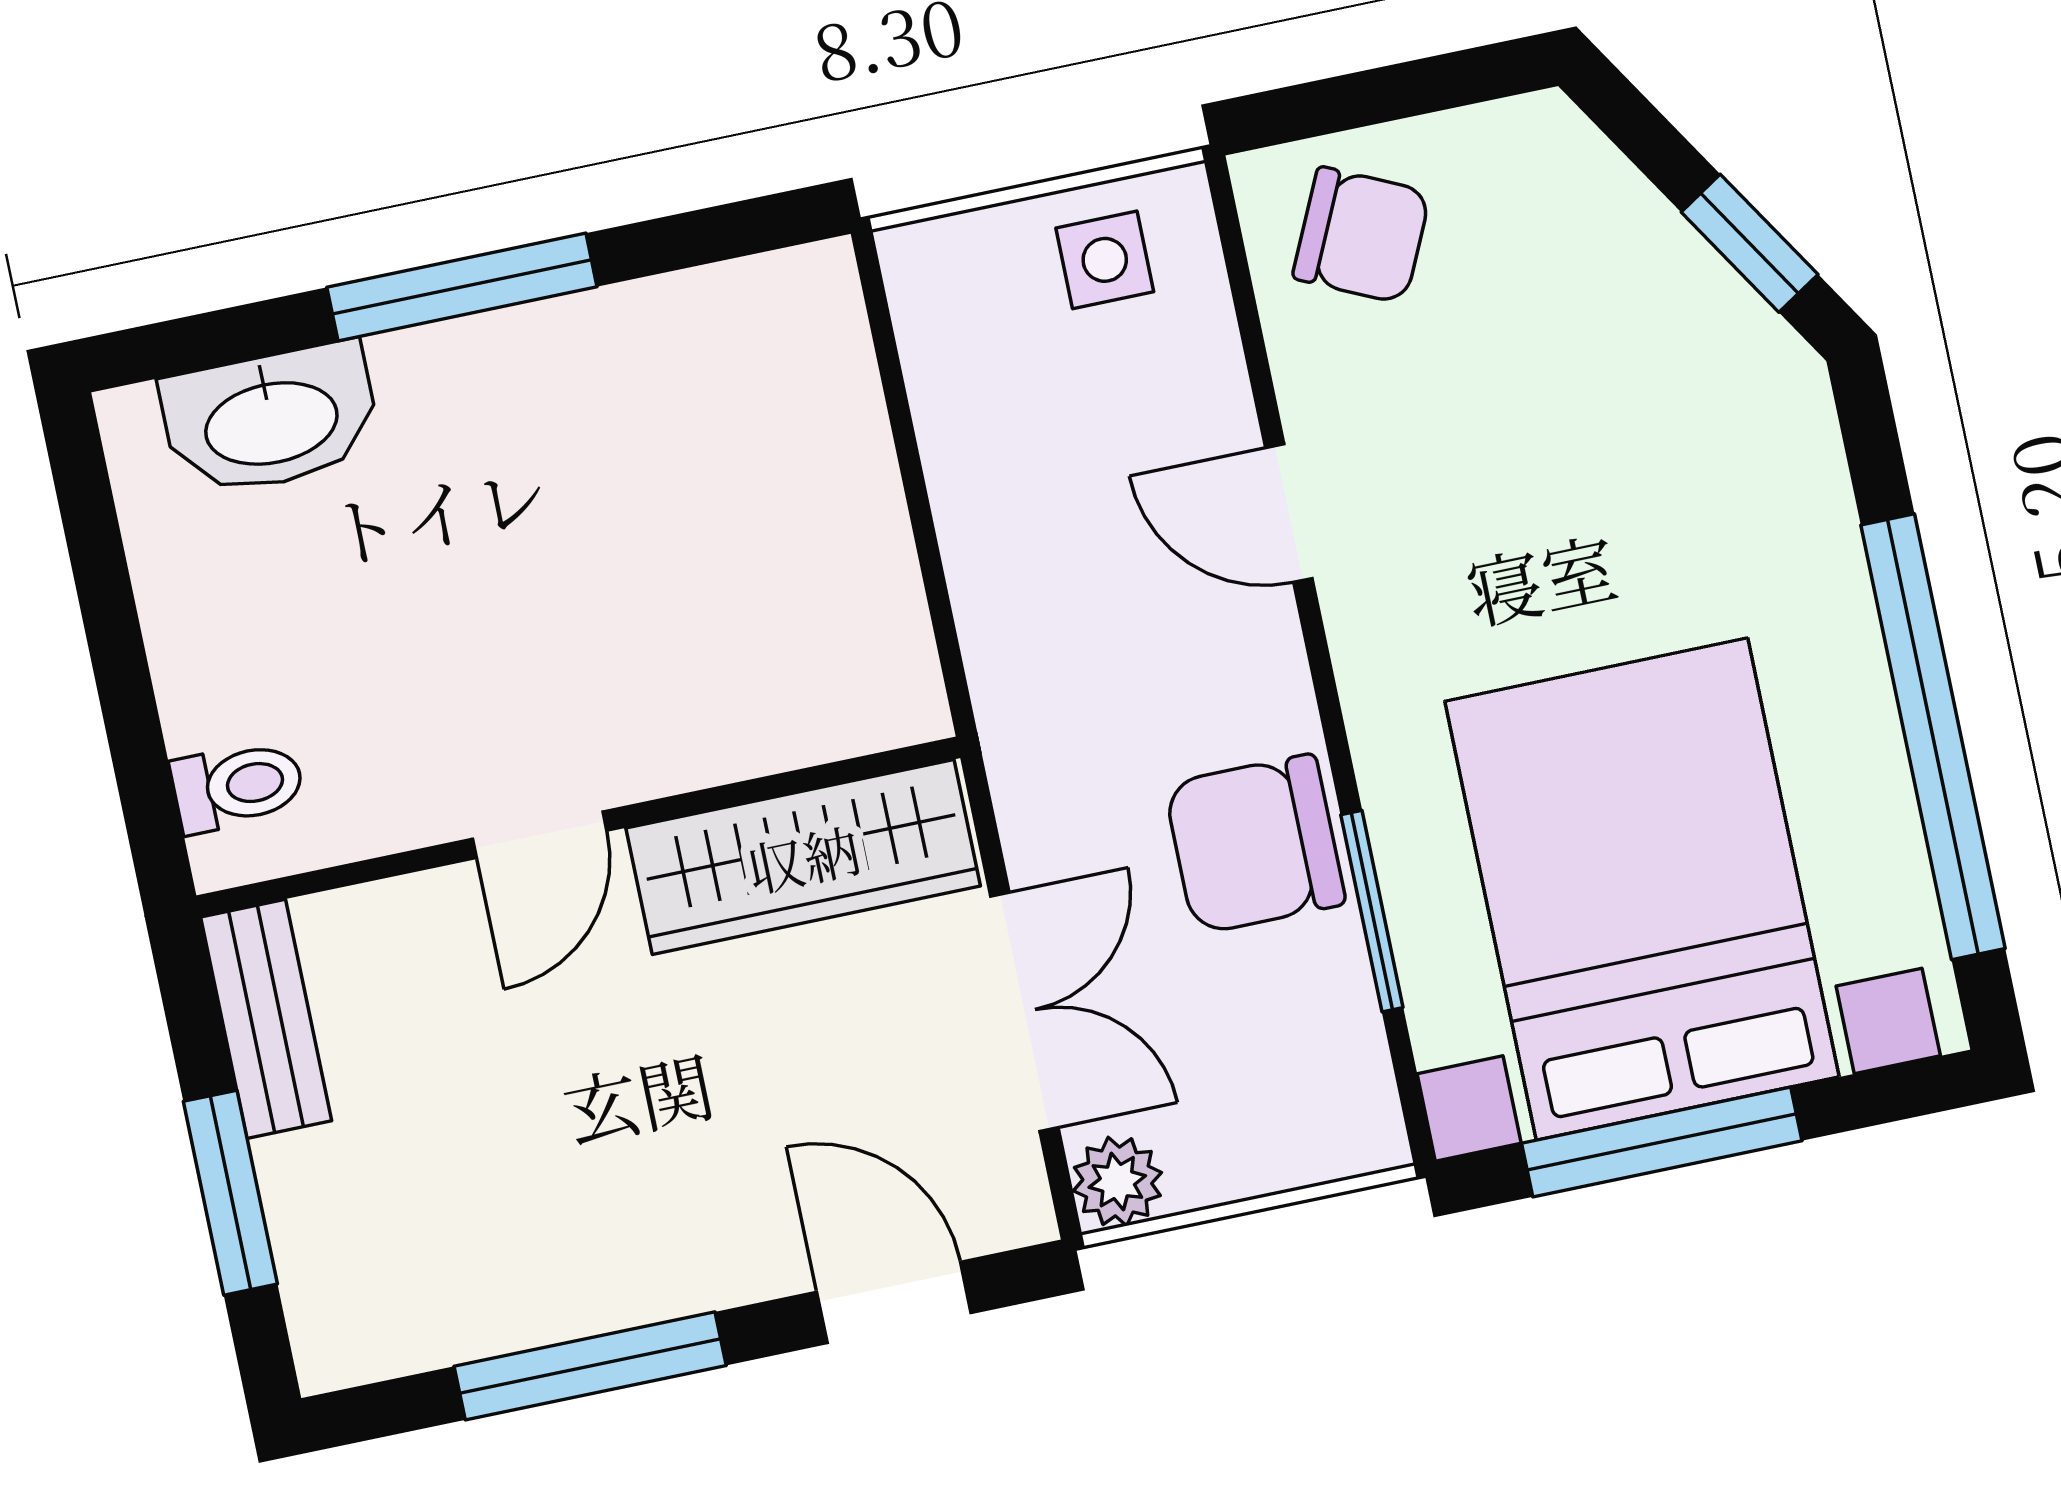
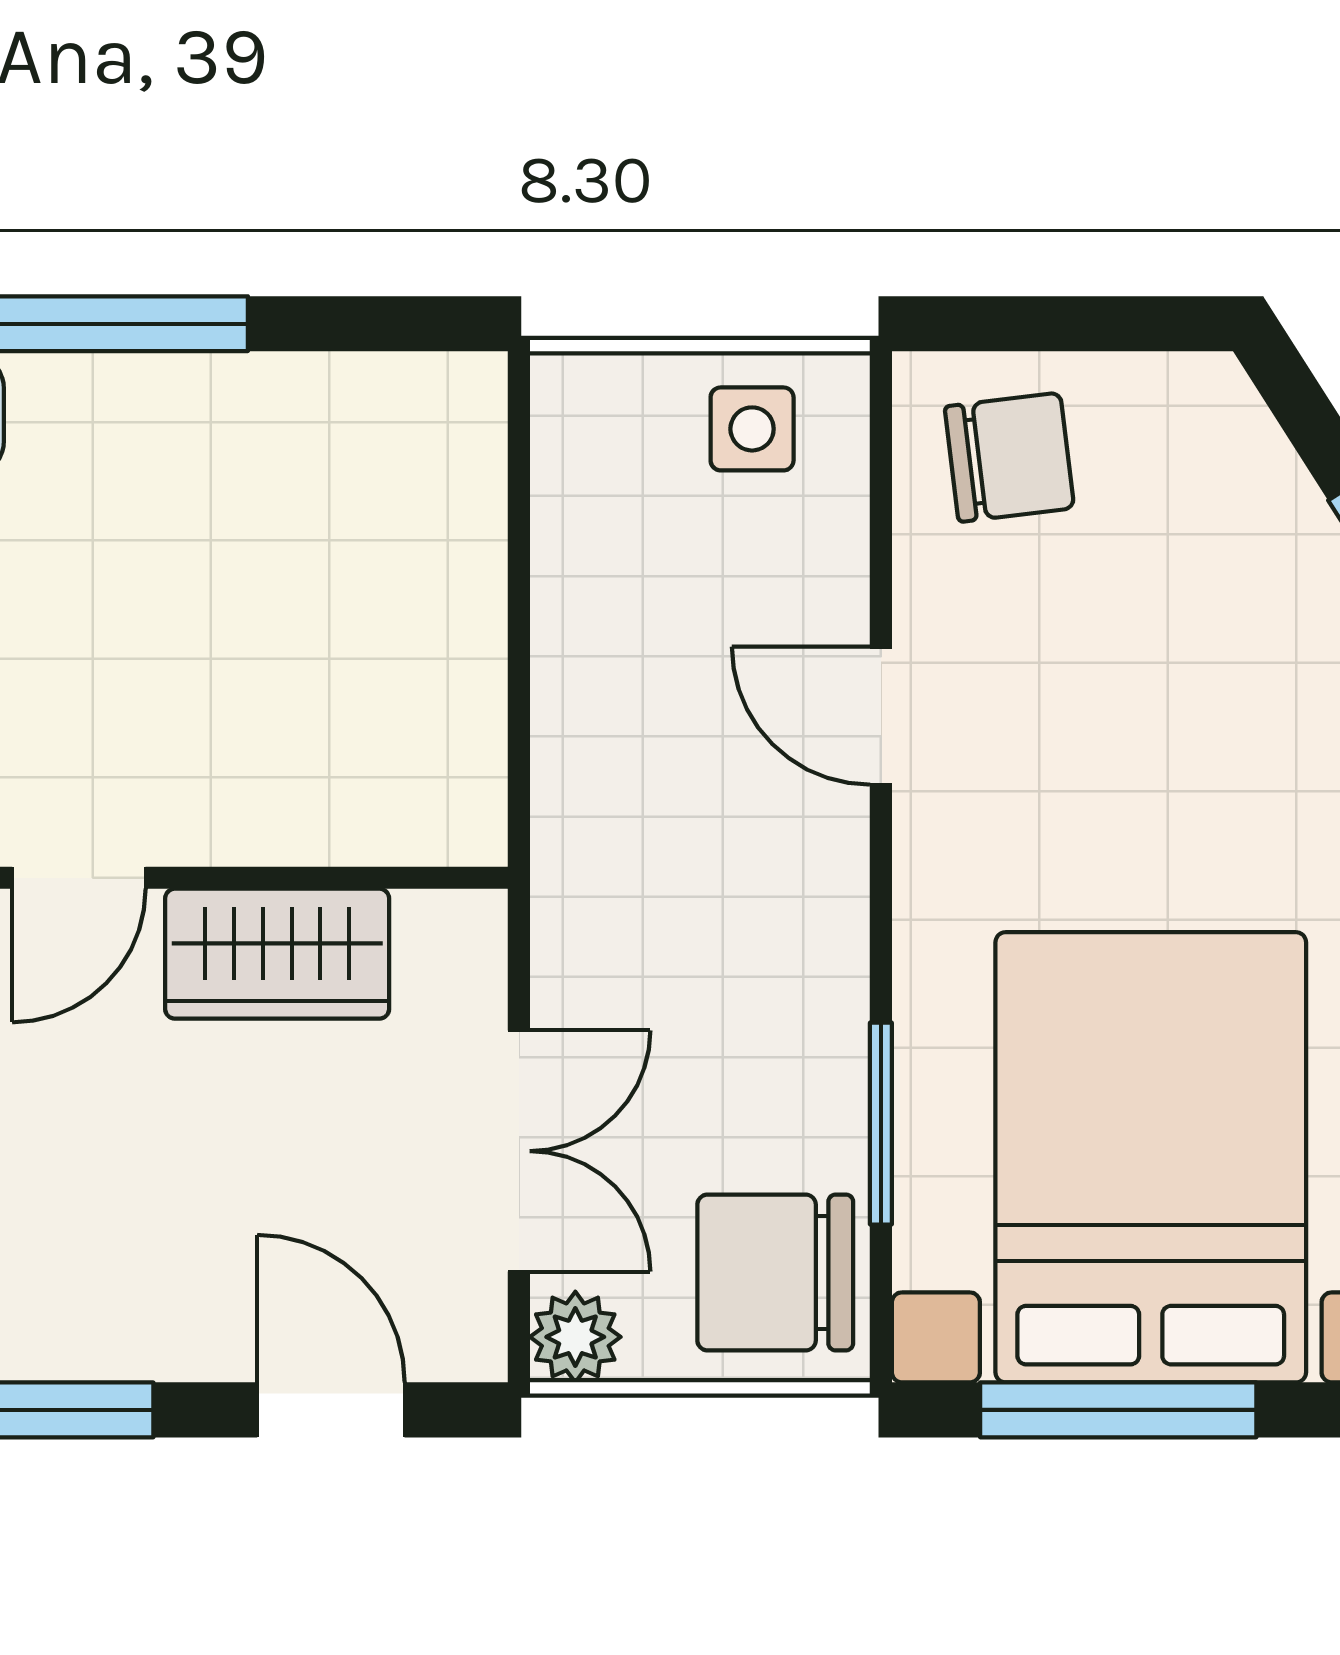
chair: (1361, 235) -> (1009, 457), turned -32
chair: (1255, 844) -> (775, 1272), moved
wardrobe: (803, 857) -> (277, 954), width x0.67

